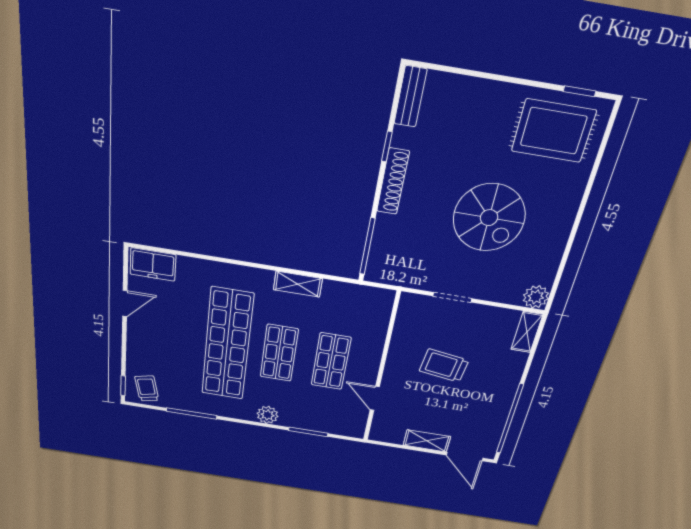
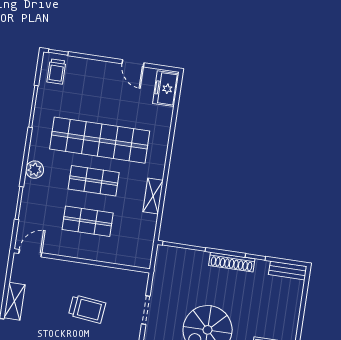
trolley: (444, 366) -> (87, 309), turned 88
trolley: (147, 389) -> (56, 72), turned 103
door: (375, 398) -> (30, 253), moved

